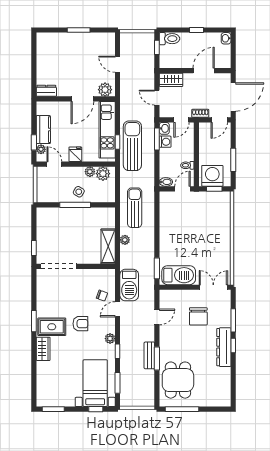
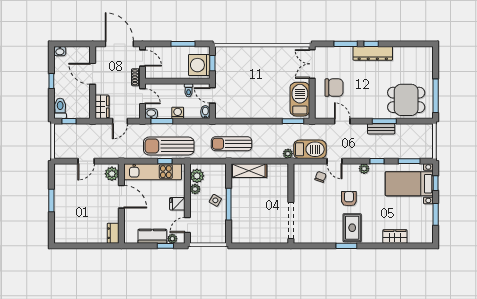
washing machine: (165, 142) -> (178, 113), moved
plant: (125, 240) -> (288, 154), moved
shelving: (108, 246) -> (249, 171), moved
window: (34, 248) -> (272, 246), removed
chair: (198, 316) -> (334, 88), moved
wardrobe: (43, 349) -> (395, 236), moved
window: (53, 409) -> (436, 214), moved

